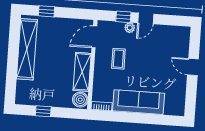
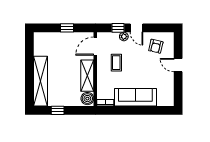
window: (46, 11) -> (67, 28), moved
door: (146, 18) -> (136, 28), hinge flipped
armchair: (168, 42) -> (156, 46), added
shelving: (27, 49) -> (41, 81), moved

